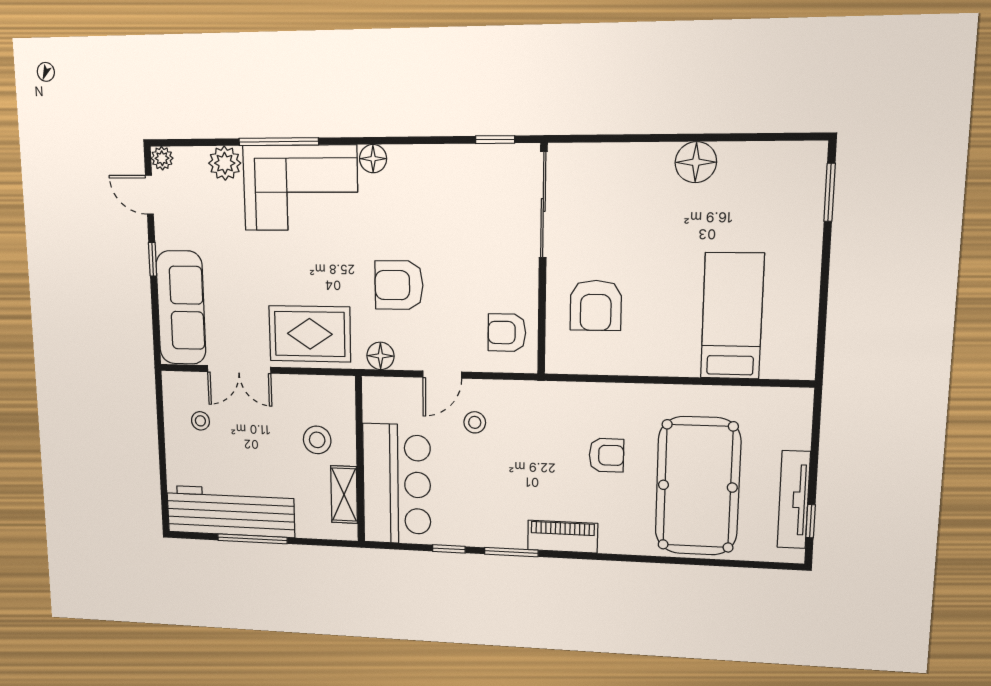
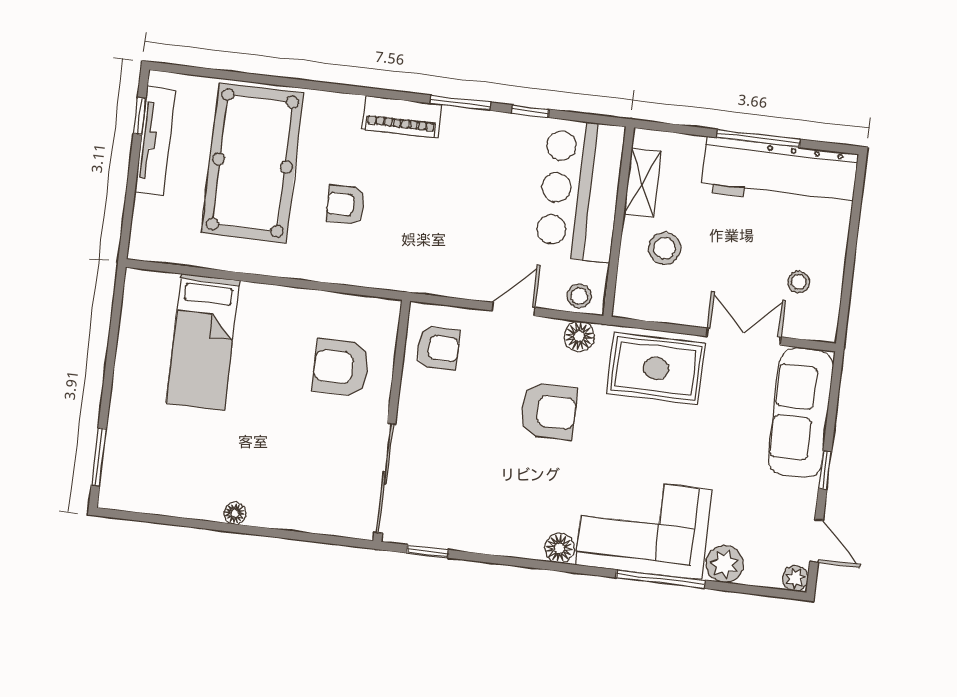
floor lamp: (696, 162) -> (235, 513), width x0.53, depth x0.53
armchair: (596, 305) -> (341, 367), turned -90
stool: (475, 422) -> (579, 296), moved

